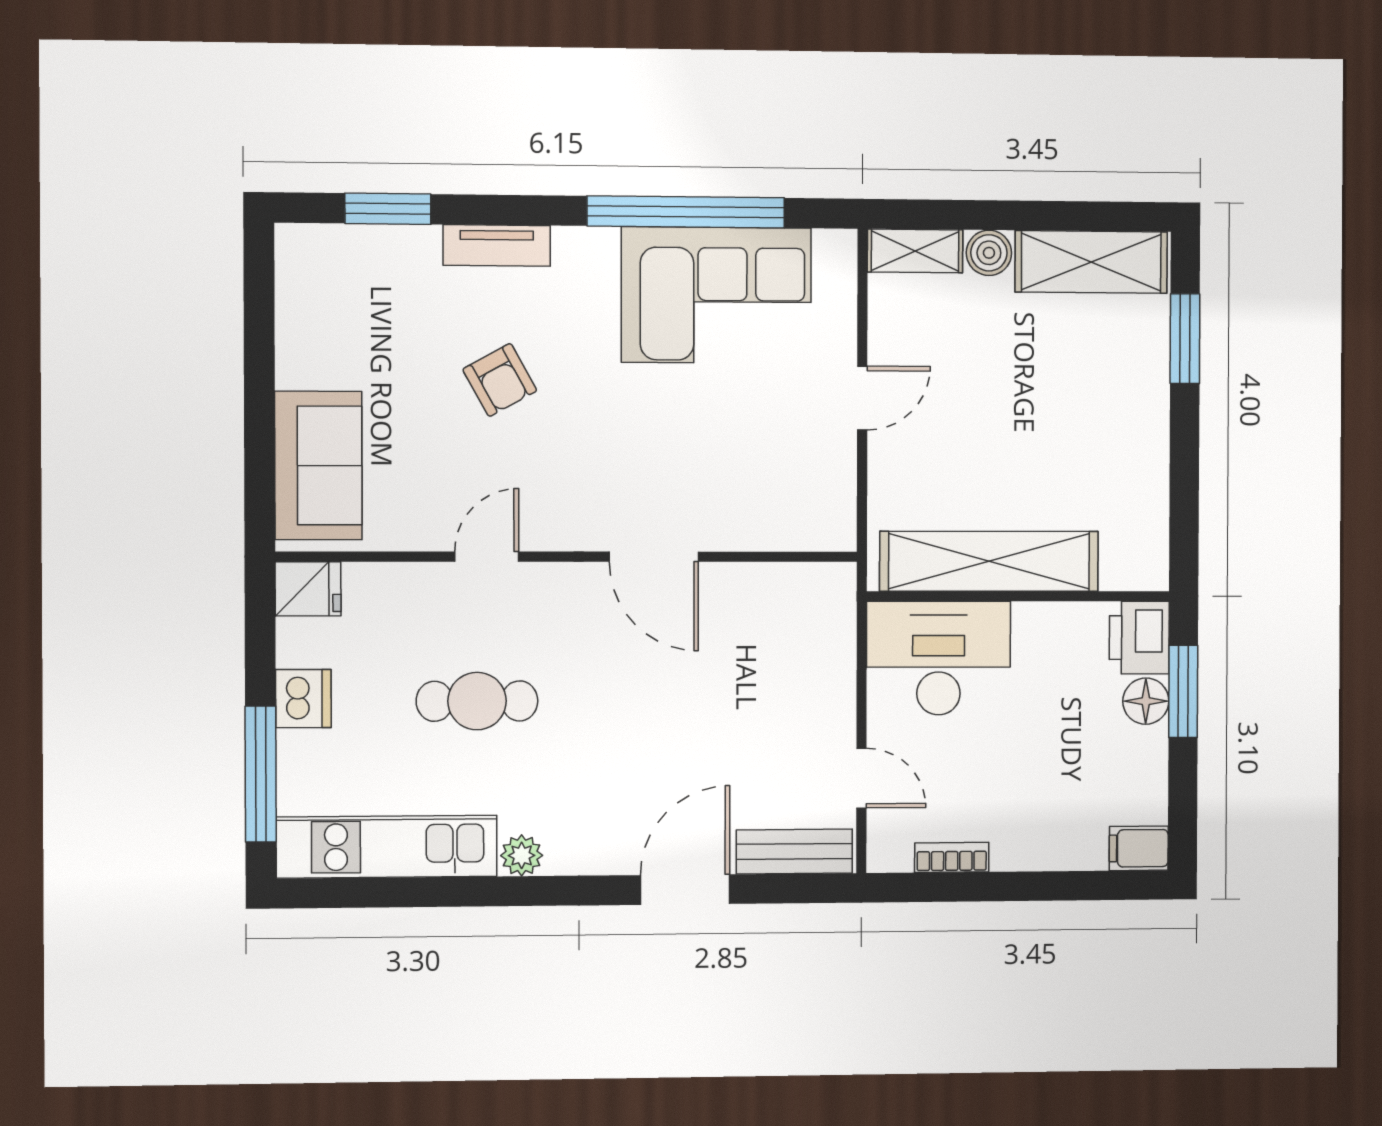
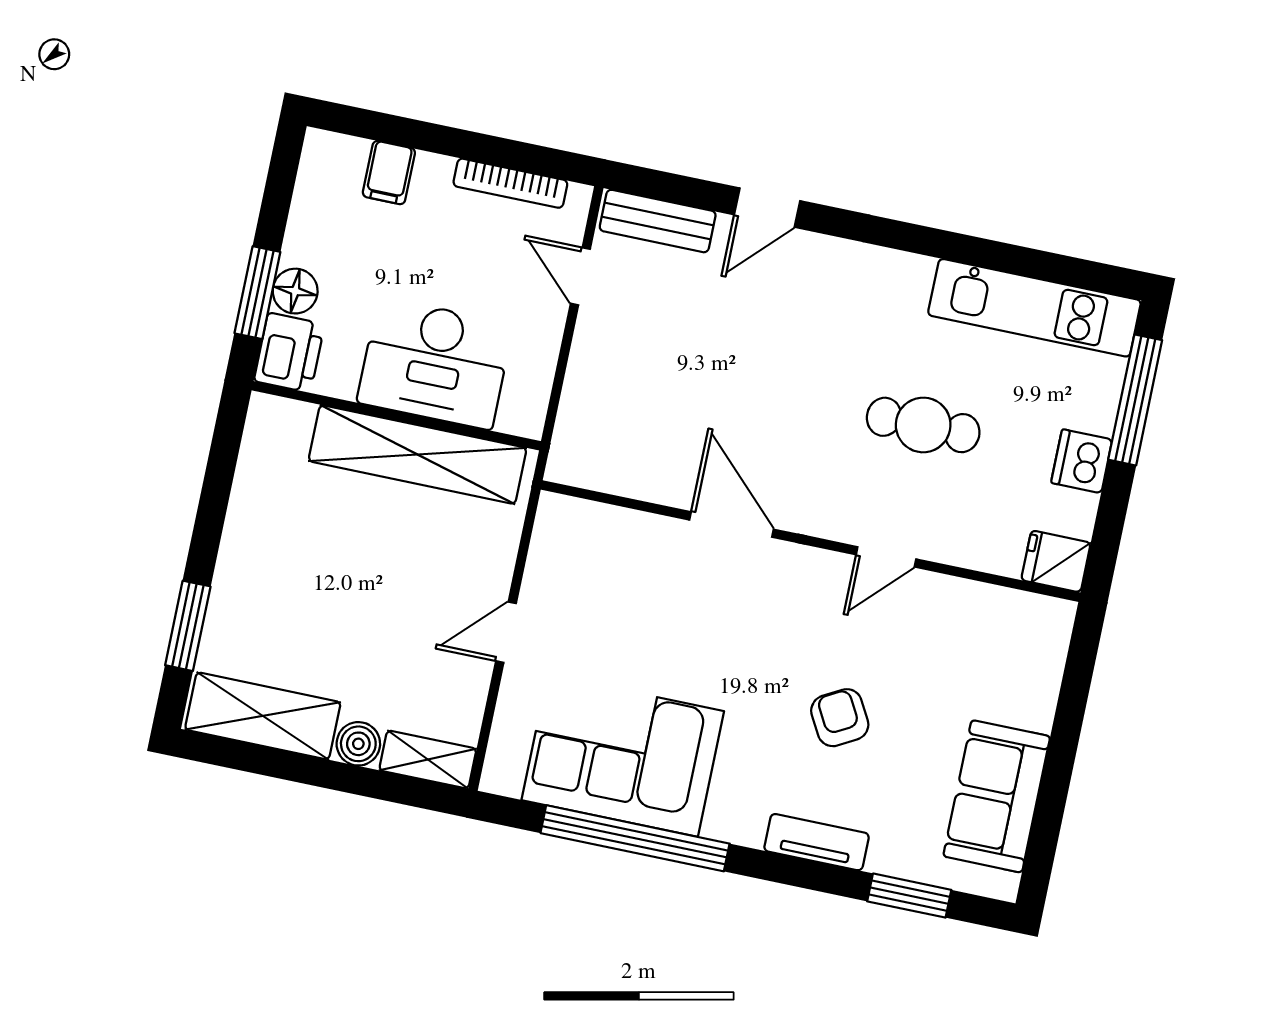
sofa: (318, 465) -> (997, 796), moved
desk: (939, 658) -> (435, 363), moved
filing cabinet: (1139, 848) -> (389, 173), moved, turned 90
plant: (522, 855) -> (912, 273), removed
bookcase: (952, 857) -> (510, 183), width x1.56
door: (685, 890) -> (767, 208), width x0.73

